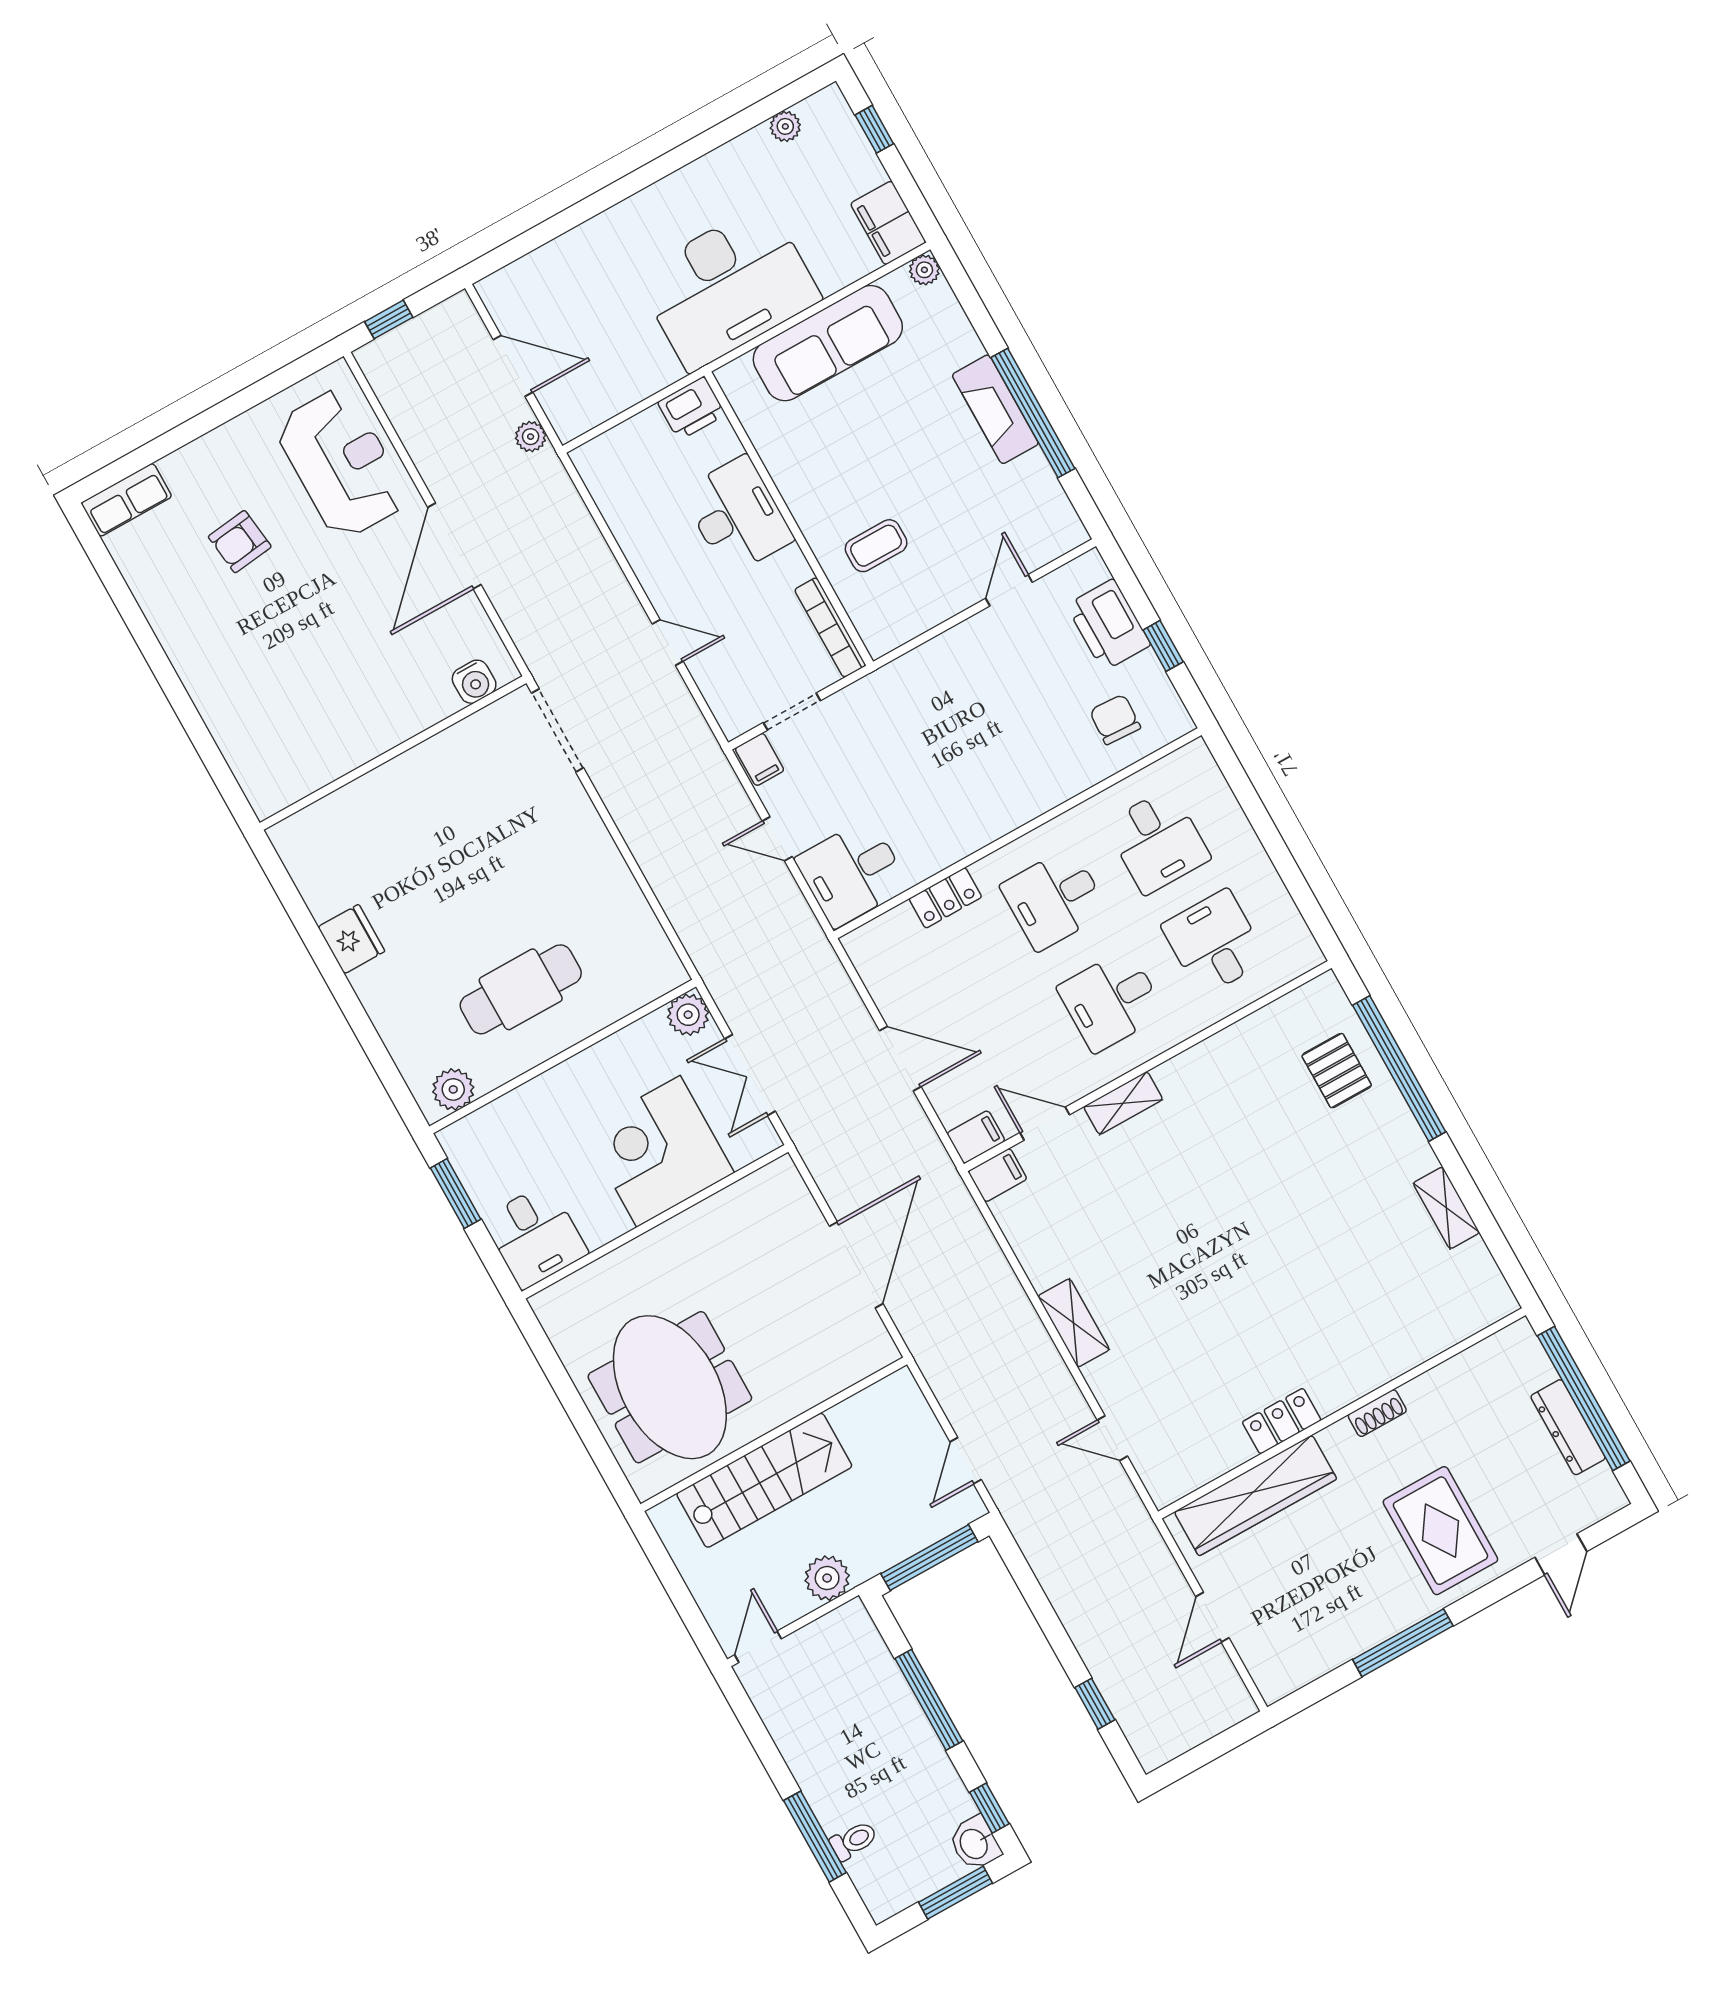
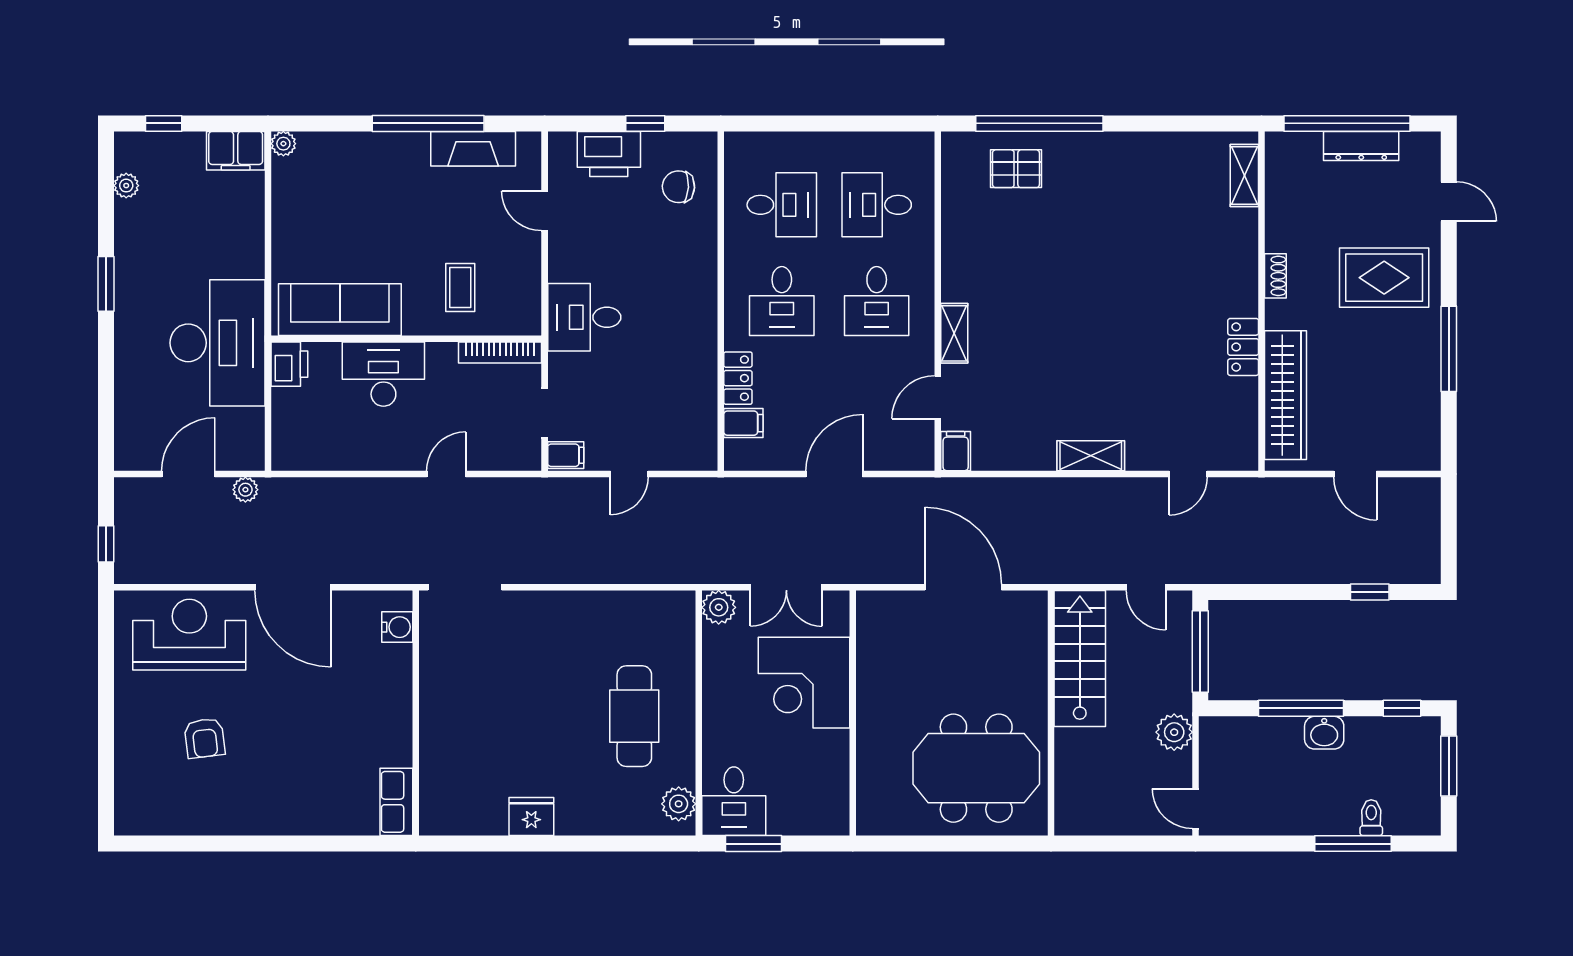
window: (668, 164) -> (106, 284), added
desk: (728, 287) -> (217, 343), moved
sofa: (828, 343) -> (340, 310), moved, turned -90
fireplace: (995, 409) -> (473, 149), moved
row of seats: (126, 500) -> (396, 802), moved, turned 180
desk: (852, 873) -> (584, 317), moved, turned 90
filing cabinet: (976, 1137) -> (743, 423), moved, turned 90
shelving: (1446, 1208) -> (1244, 176), moved, turned 90
desk: (535, 1236) -> (734, 801), moved, turned 90
stairs: (764, 1480) -> (1080, 659), moved
washbasin: (975, 1843) -> (1324, 733), moved

